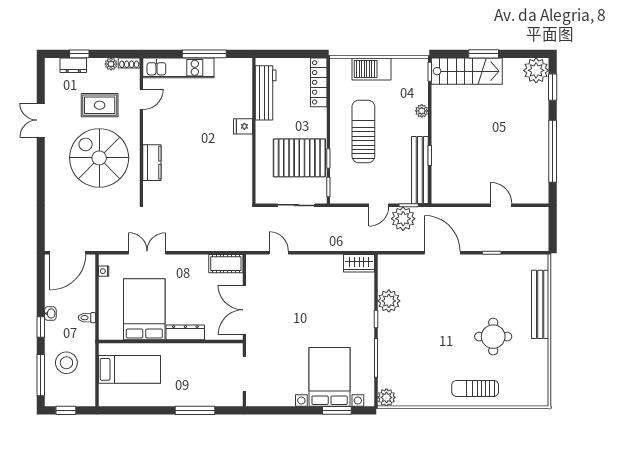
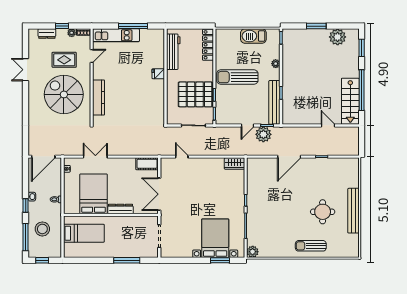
window: (79, 54) -> (62, 26), moved
barbecue: (372, 69) -> (253, 36), moved
plant: (536, 70) -> (338, 37), moved
stairs: (467, 71) -> (350, 101), moved, turned 90
sun lounger: (363, 131) -> (237, 77), turned -90
kitchen counter: (152, 163) -> (99, 97), width x1.50
door: (442, 253) -> (289, 157), swing flipped
plant: (389, 301) -> (254, 188), removed
bench: (540, 304) -> (353, 211), moved

